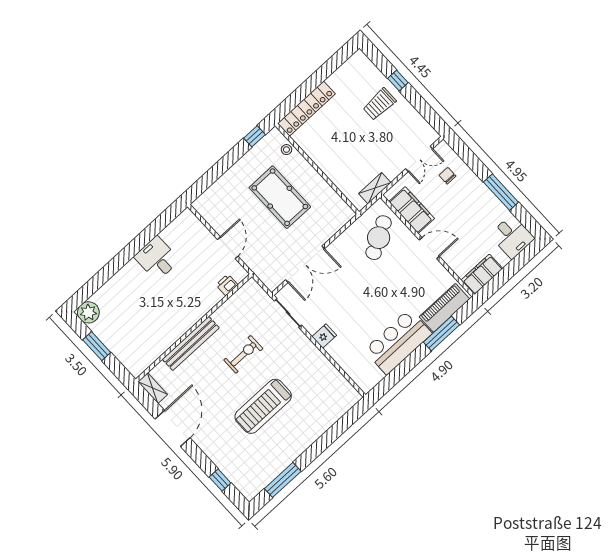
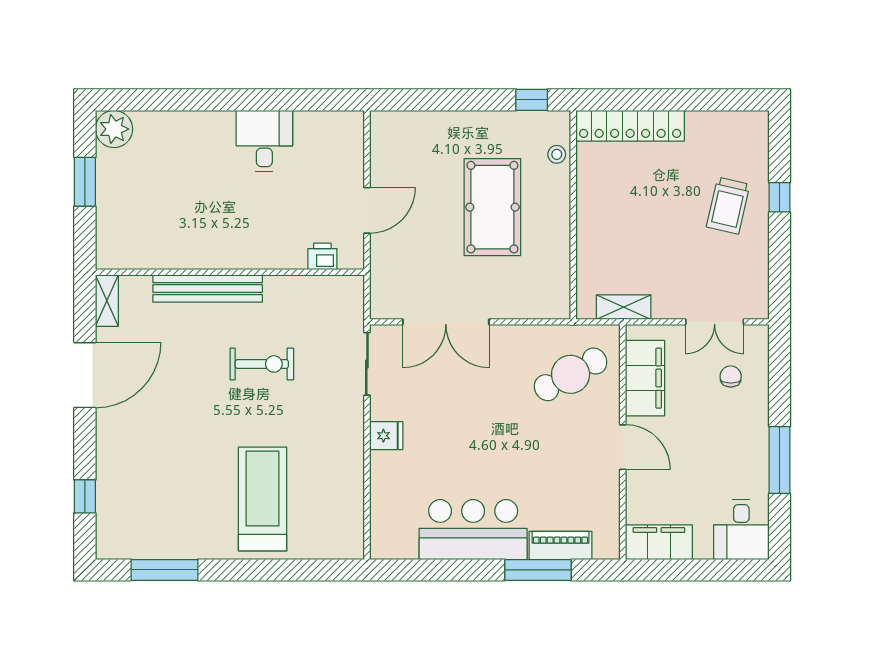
trolley: (379, 104) -> (728, 206), turned -77
piano: (444, 308) -> (561, 545), width x0.73, depth x0.75
treadmill: (263, 406) -> (263, 499), moved, turned 90

